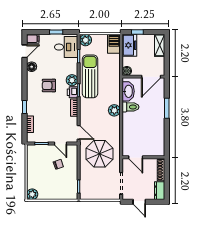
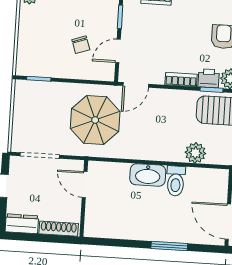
washbasin: (128, 91) -> (148, 175), moved
plant: (114, 110) -> (195, 153), moved
door: (136, 157) -> (85, 184), hinge flipped

